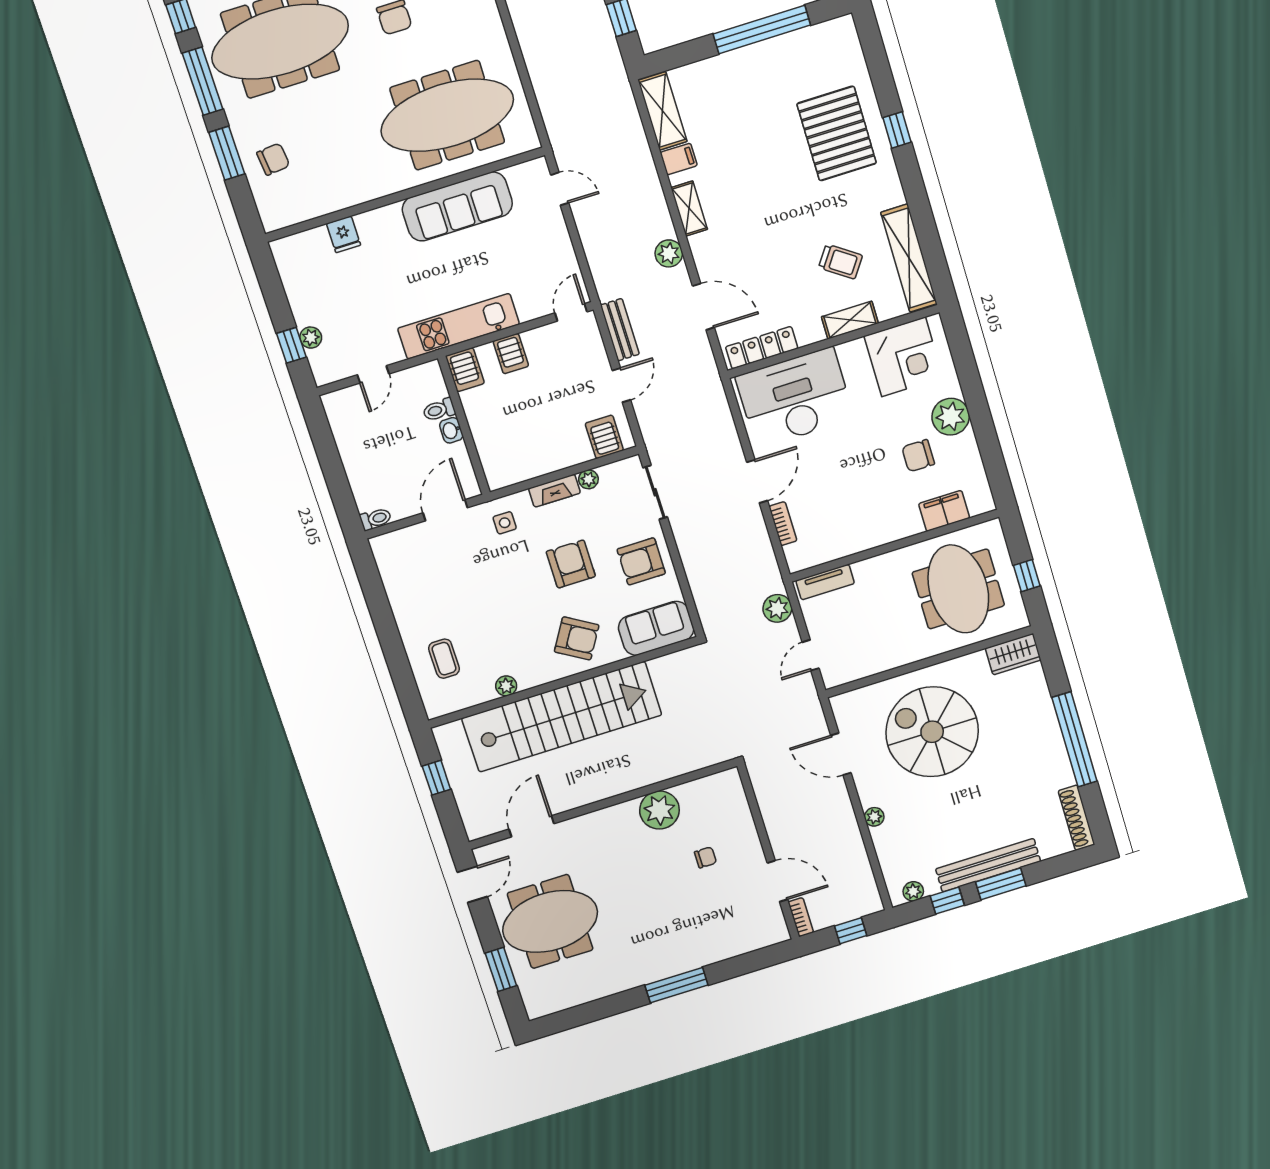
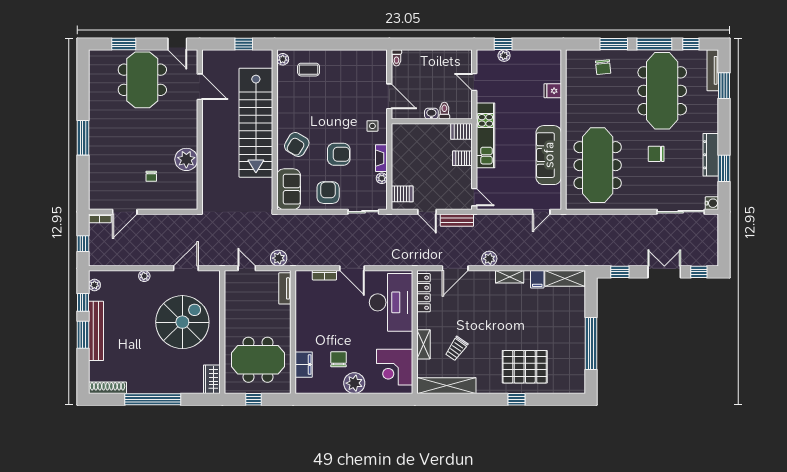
plant: (506, 686) -> (283, 59), moved

